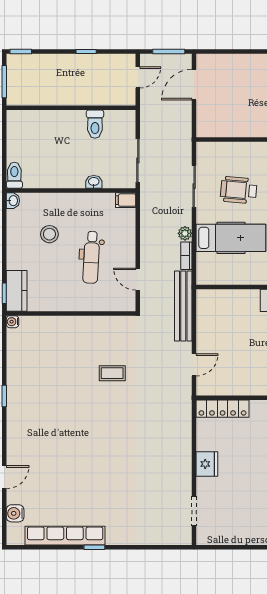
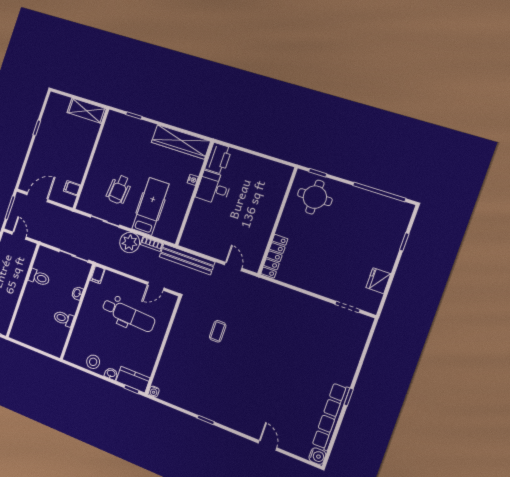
door: (194, 85) -> (37, 197), swing flipped
filing cabinet: (220, 127) -> (72, 188), added
toilet: (14, 175) -> (64, 318), moved
washbasin: (13, 201) -> (111, 374), moved
plant: (185, 233) -> (130, 243), width x1.88, depth x1.88
stool: (49, 234) -> (93, 362), moved
dental chair: (91, 257) -> (128, 315), width x1.36, depth x1.38
fridge: (207, 464) -> (378, 281), moved, turned -90
water cooler: (15, 513) -> (317, 456), moved, turned -90

